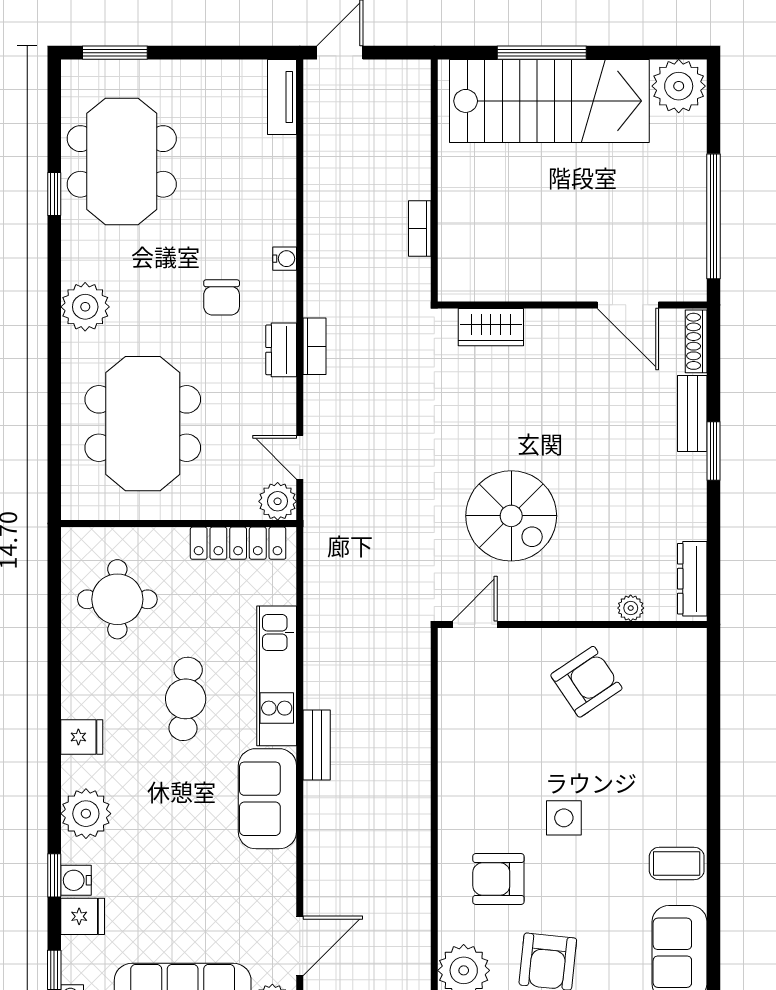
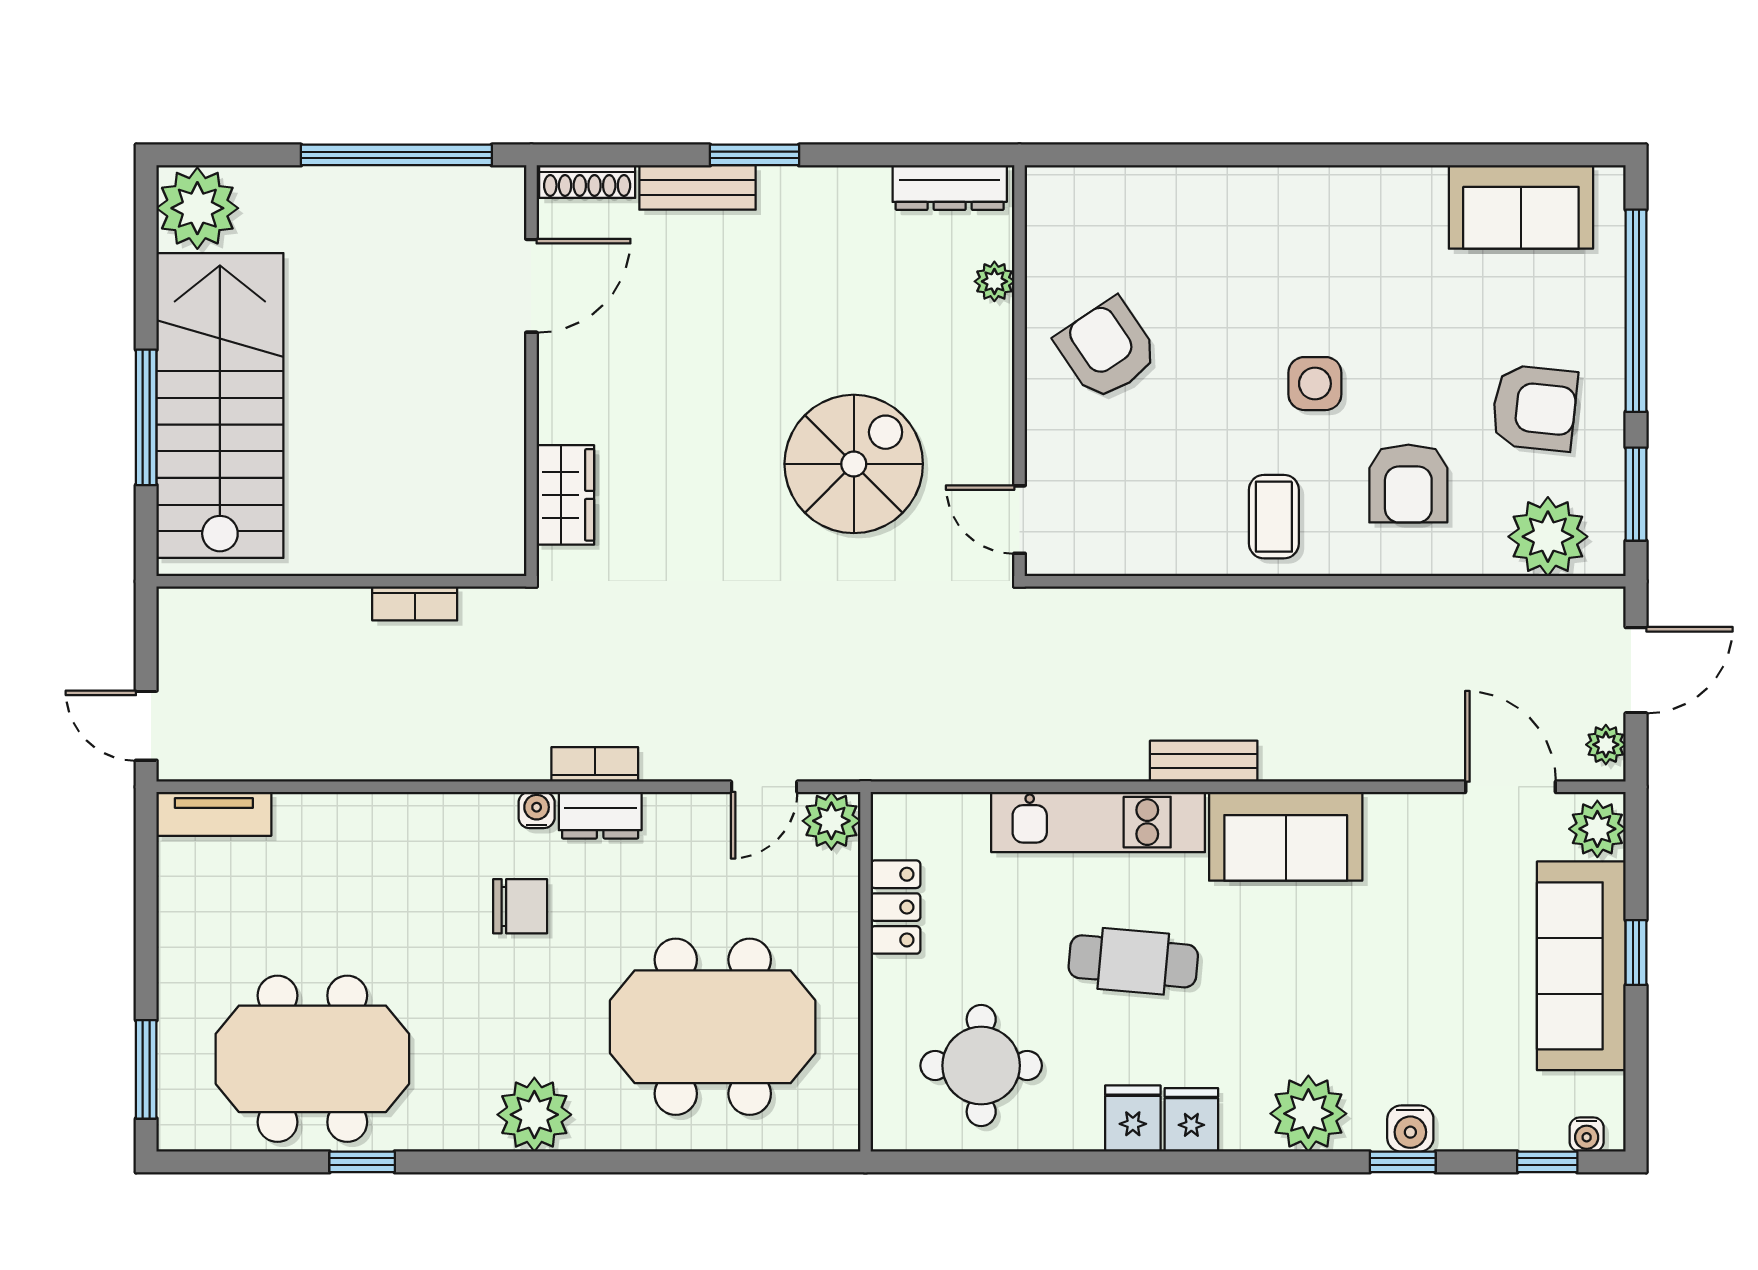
water cooler: (285, 259) -> (537, 810), moved
locker: (238, 543) -> (895, 907), width x0.66
coffee table: (677, 864) -> (1274, 517), moved
fridge: (83, 916) -> (1133, 1118), moved

